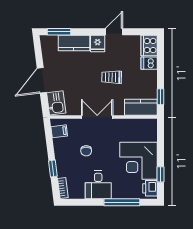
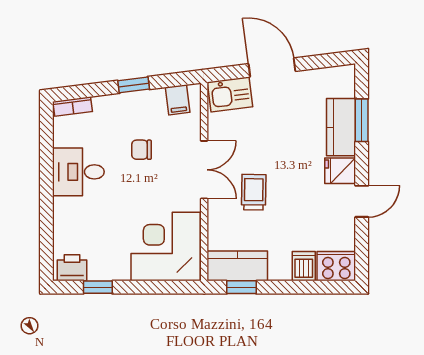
window: (59, 32) -> (362, 120), moved
door: (114, 32) -> (362, 201), hinge flipped
trolley: (112, 77) -> (254, 192), moved
kitchen counter: (141, 107) -> (237, 266), moved, turned -90
corner desk: (138, 161) -> (166, 247), moved
window: (53, 169) -> (134, 85), moved
window: (122, 202) -> (46, 216), removed

